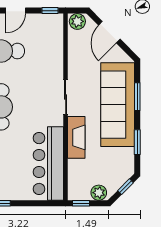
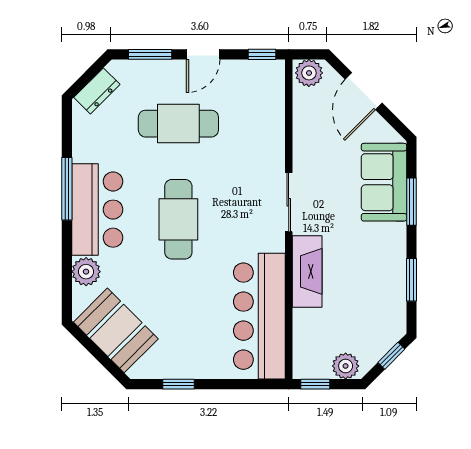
sofa: (118, 105) -> (384, 182), width x0.54, depth x0.79

